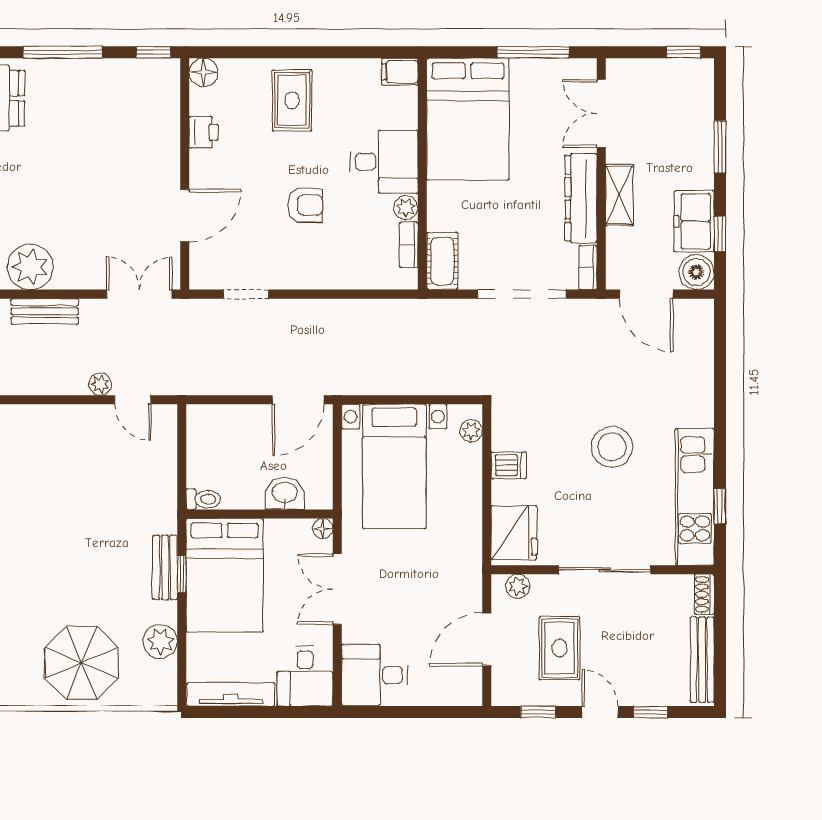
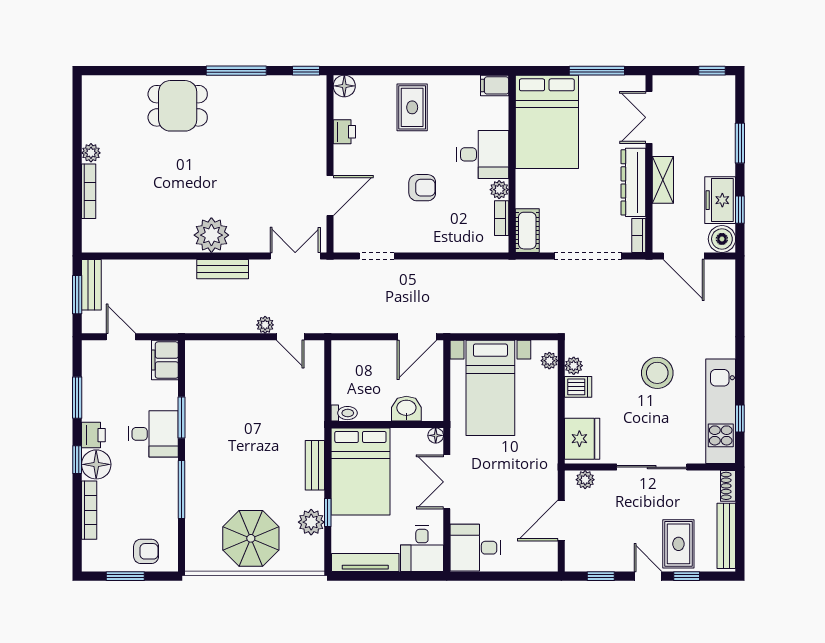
plant: (503, 437) -> (574, 366), added
window: (182, 574) -> (328, 513), moved
rug: (560, 648) -> (678, 544), moved

